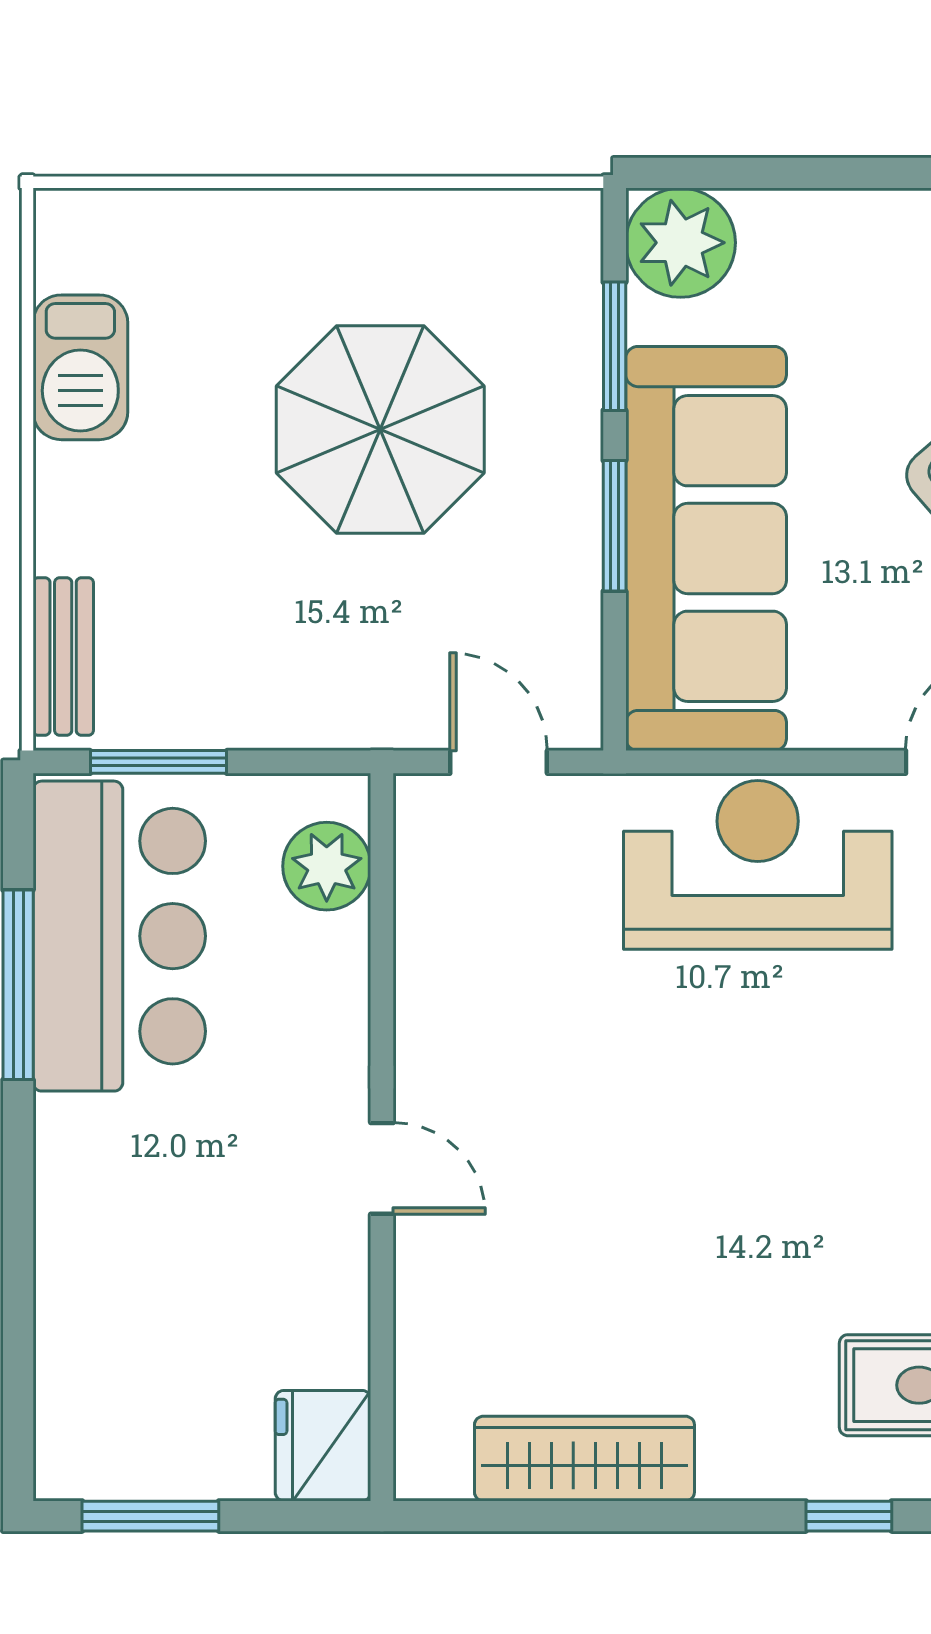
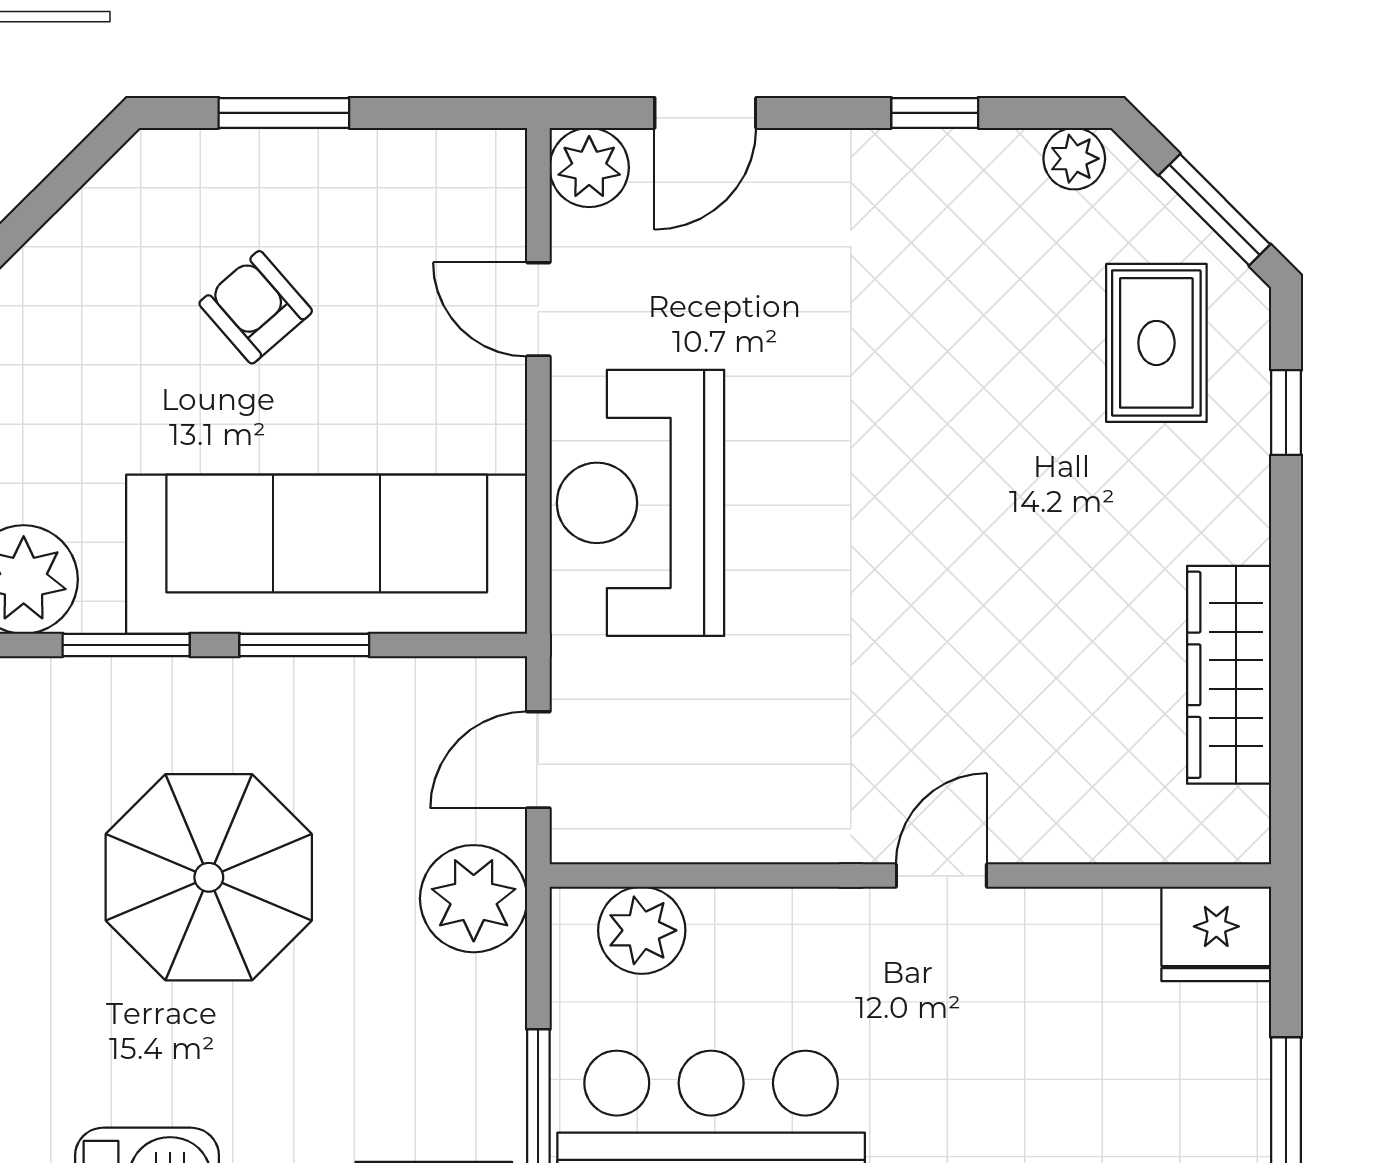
plant: (359, 697) -> (474, 899), added

